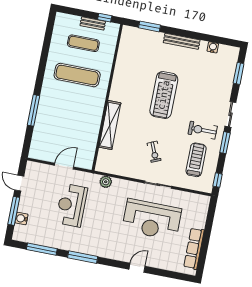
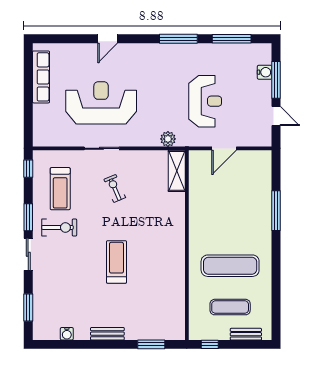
bench: (93, 23) -> (246, 334), moved
bench: (182, 41) -> (107, 334), width x0.73
treadmill: (164, 95) -> (116, 262), width x0.73, depth x0.73
shelving: (110, 125) -> (177, 171), moved, width x0.68

